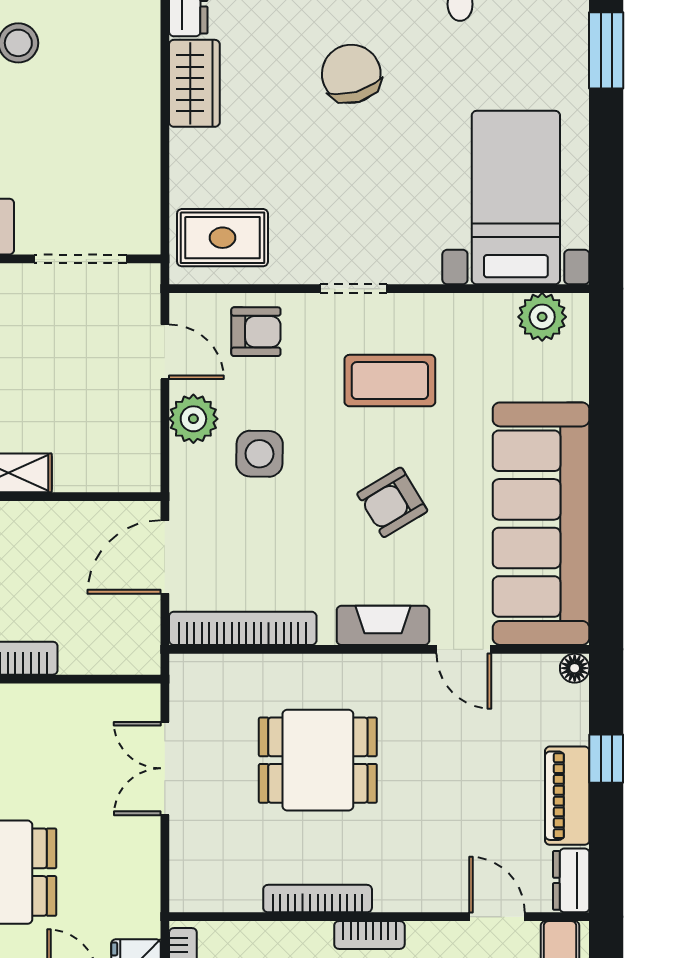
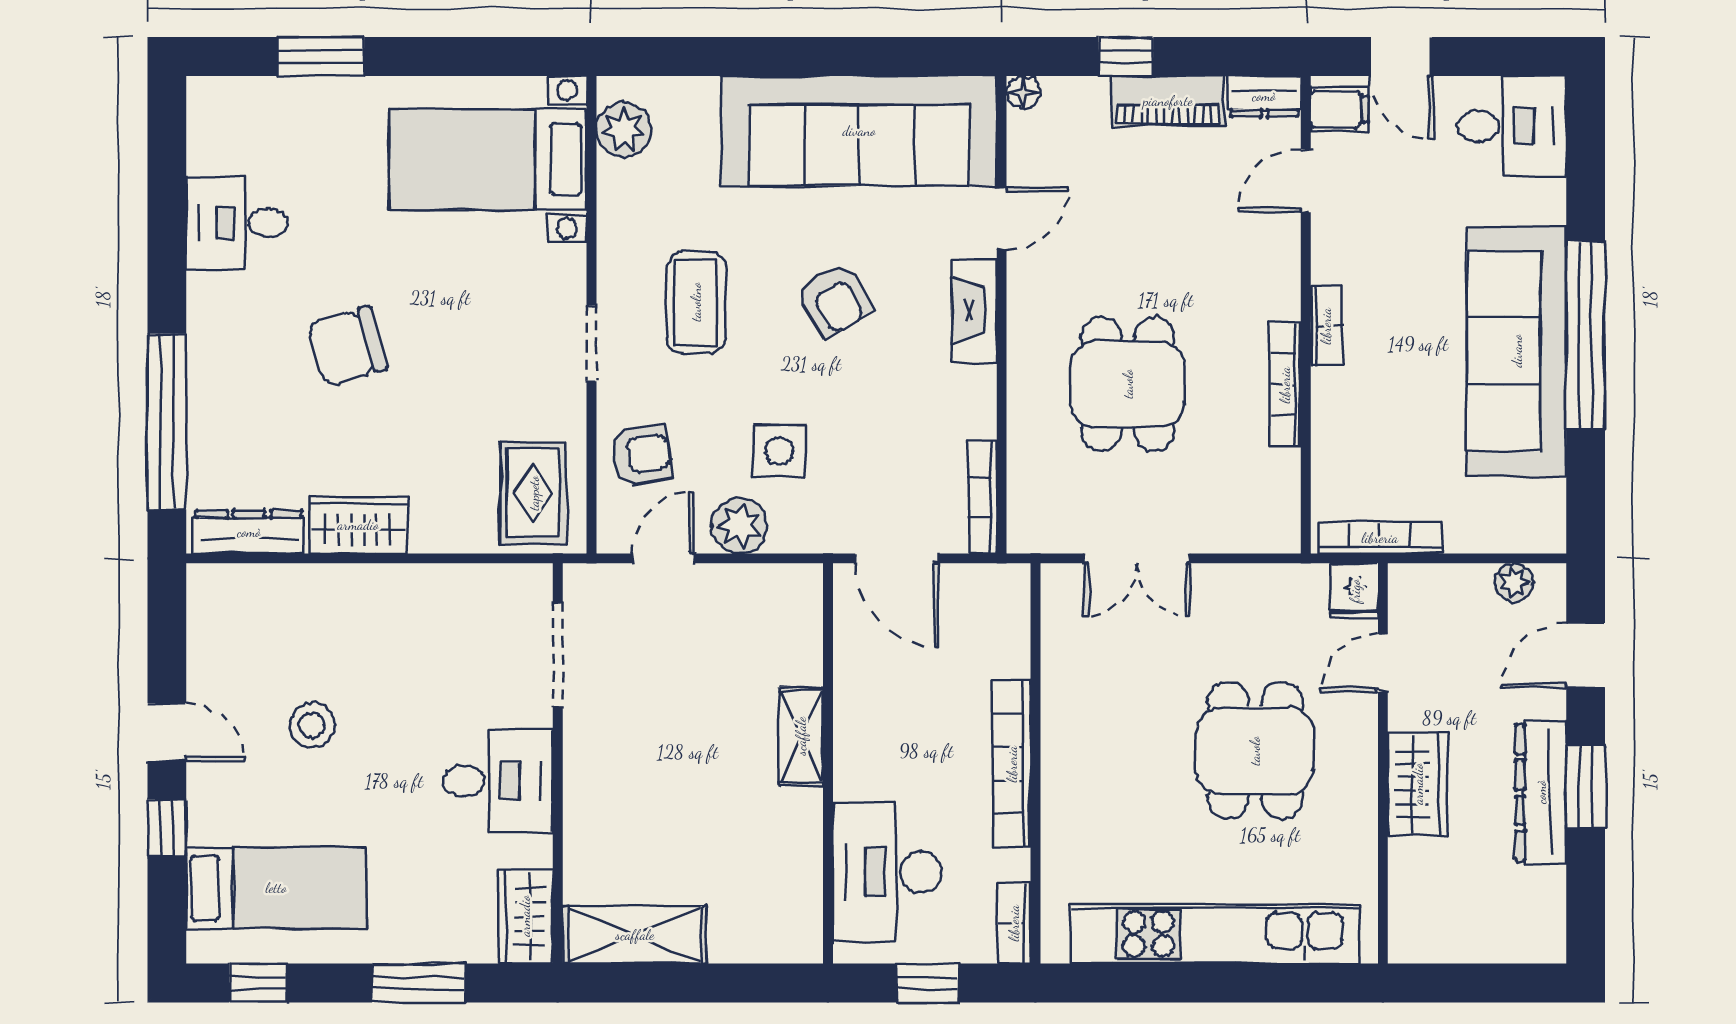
armchair: (256, 332) -> (640, 455), turned 81
bookcase: (243, 628) -> (982, 497), width x0.68, depth x0.76

